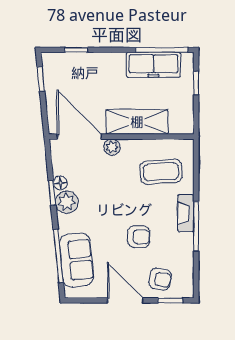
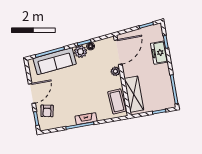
freezer: (154, 65) -> (159, 53), moved, width x0.71
shelving: (137, 122) -> (134, 94), moved
coffee table: (161, 172) -> (117, 101), moved
armchair: (139, 237) -> (68, 95), removed
sofa: (76, 260) -> (55, 61), width x1.36

